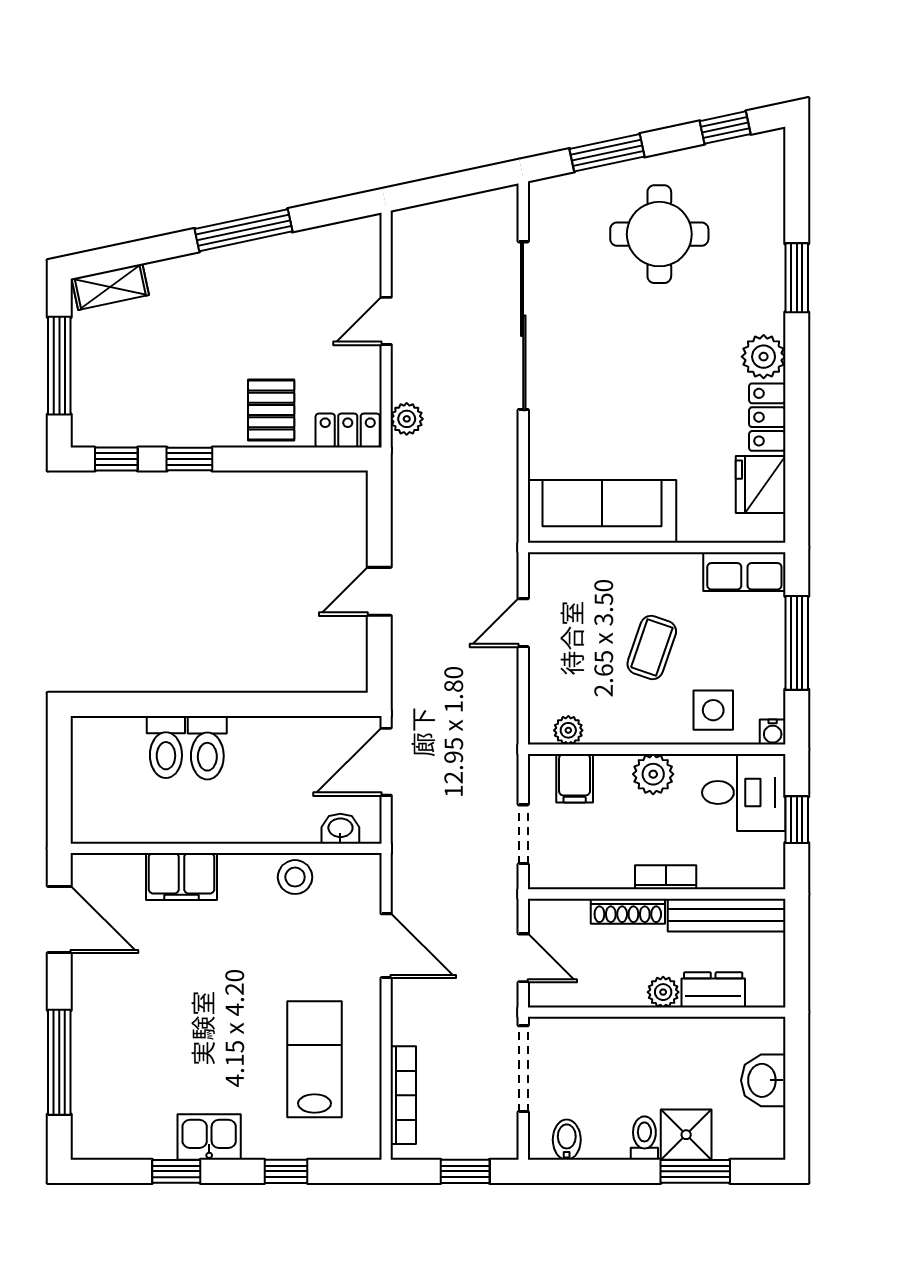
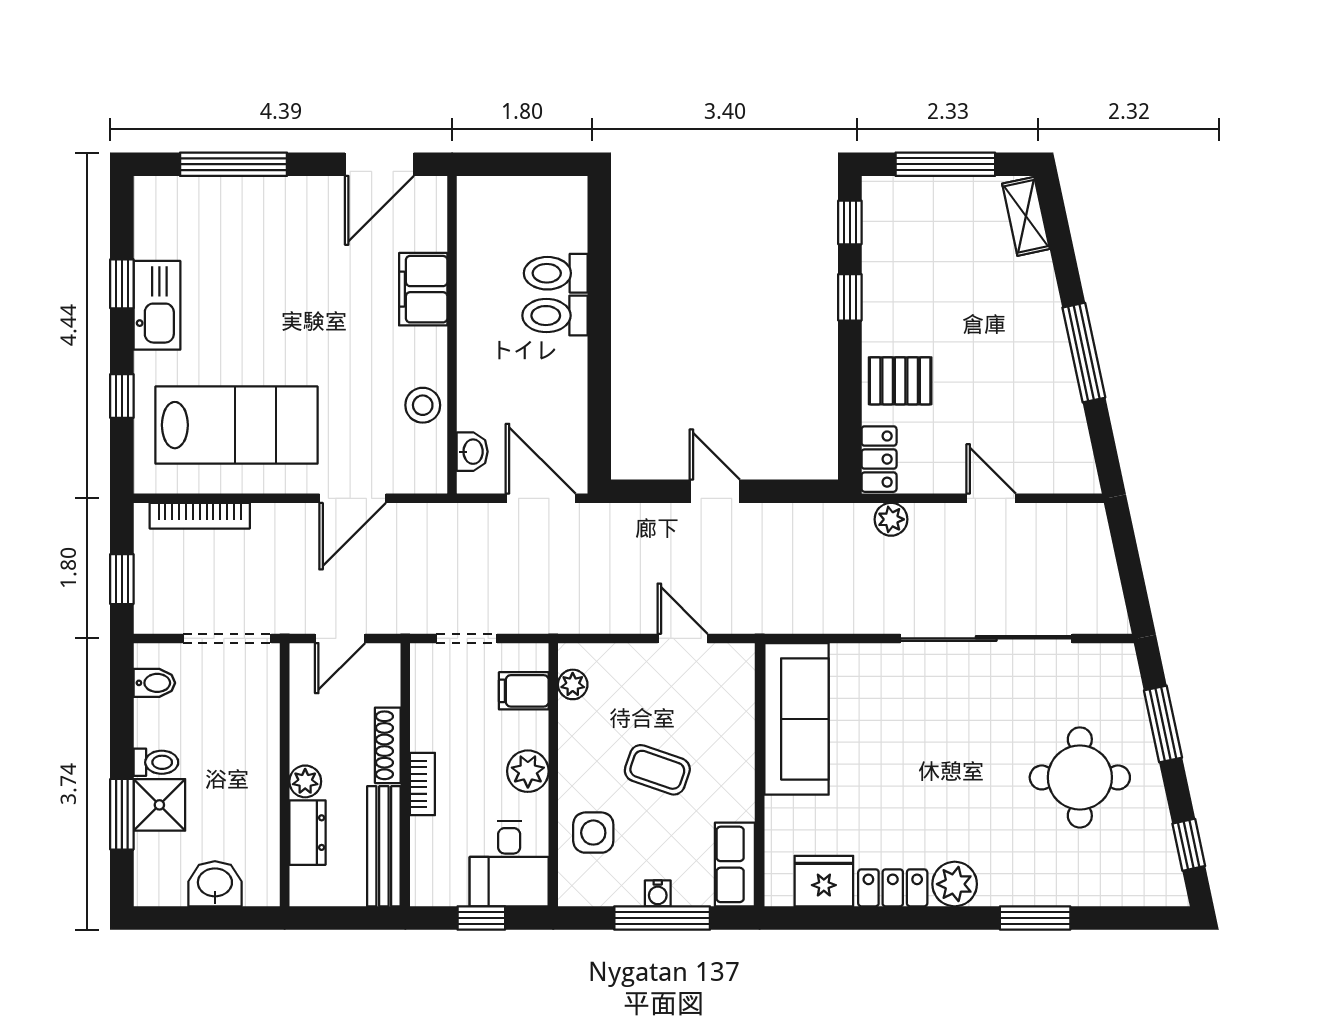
water cooler: (773, 732) -> (658, 893), moved, turned -90
lab bench: (315, 1059) -> (236, 425), width x1.36, depth x1.39
kitchen sink: (209, 1137) -> (157, 305), width x1.38

